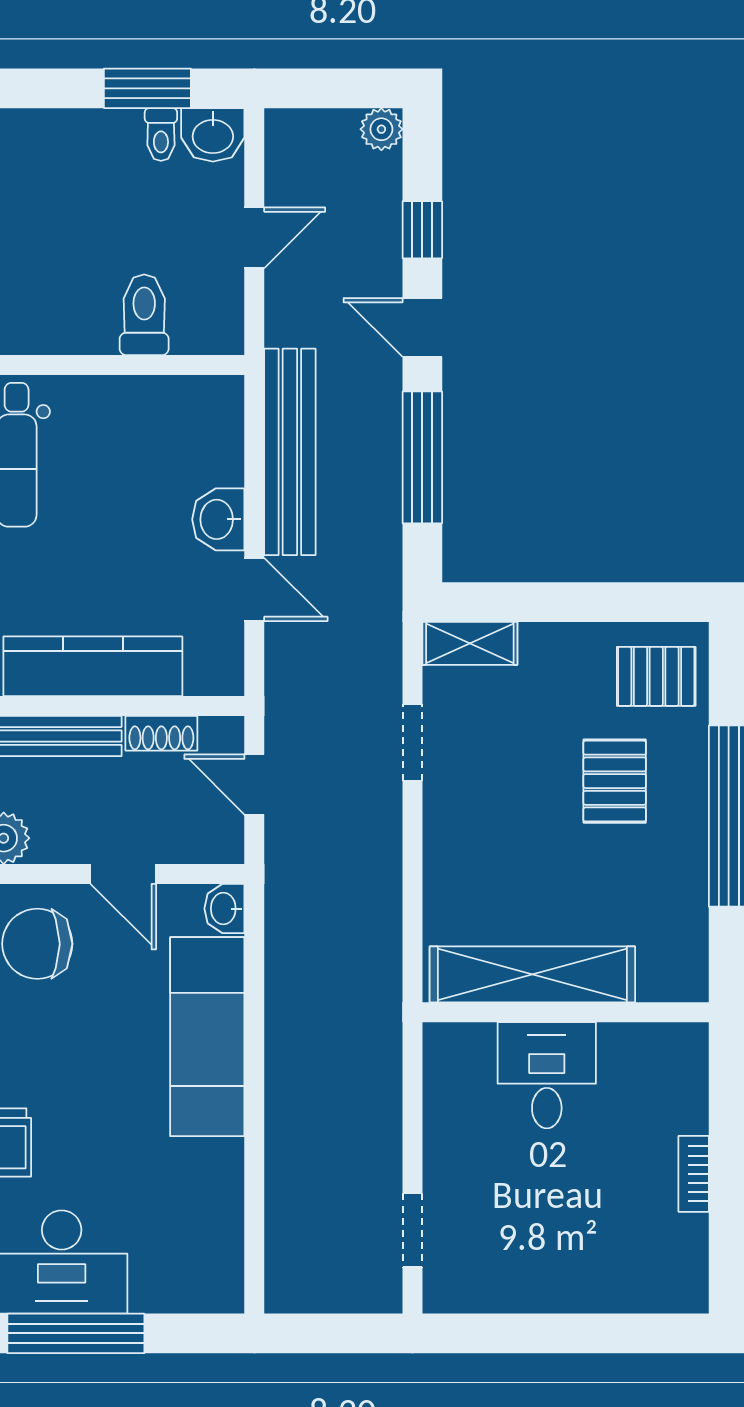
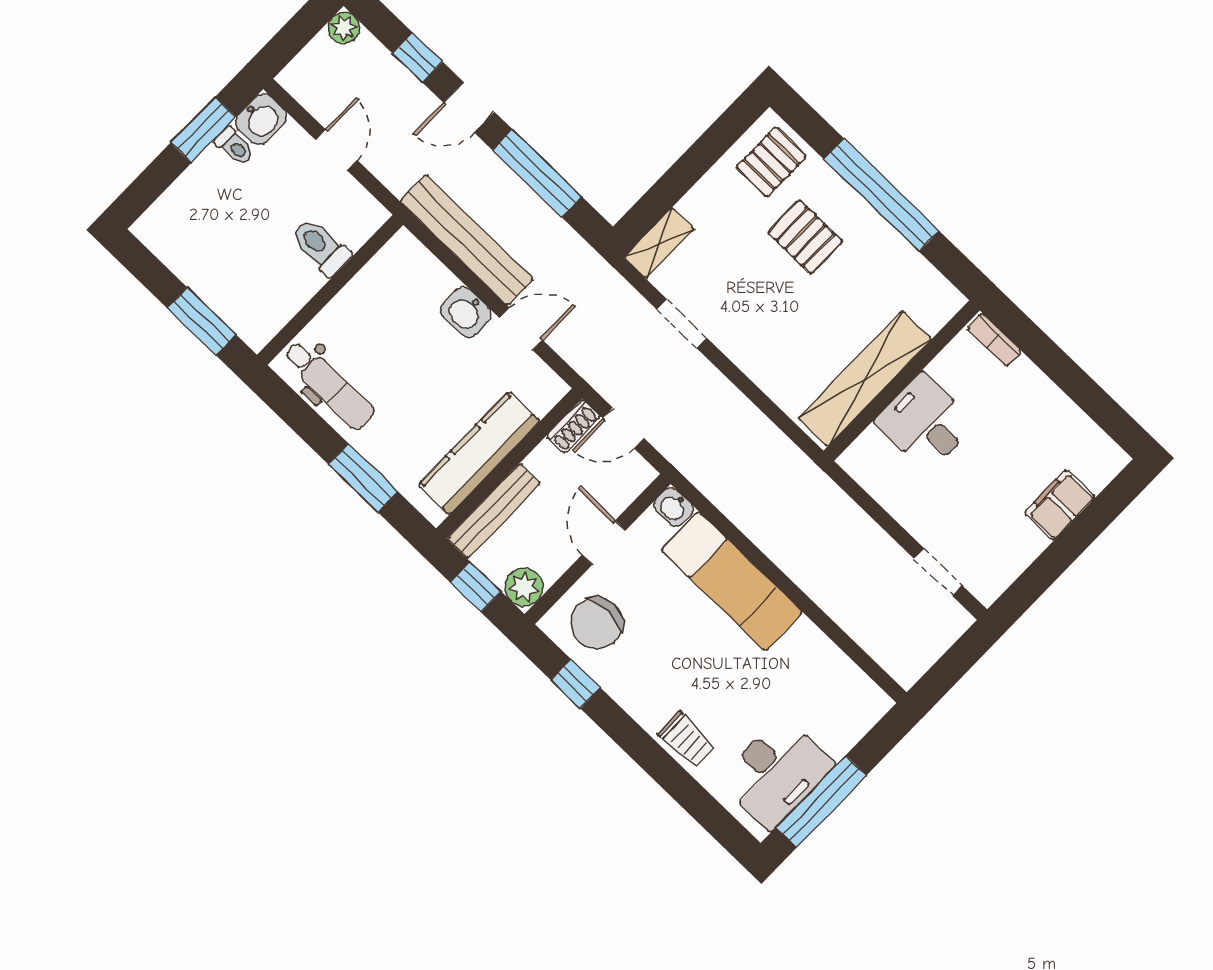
shoe rack: (161, 733) -> (573, 426), moved
door: (123, 874) -> (604, 543), swing flipped
bookcase: (694, 1174) -> (994, 340), moved
filing cabinet: (594, 1286) -> (1060, 505), added

